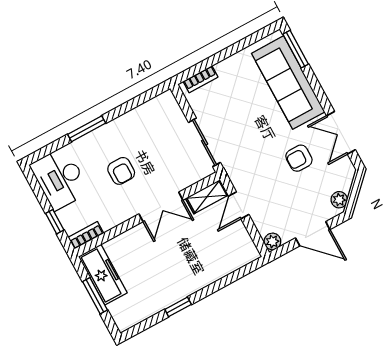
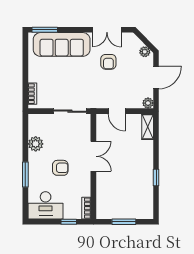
plant: (135, 120) -> (36, 144), added
shelving: (207, 197) -> (148, 127), moved
freezer: (103, 275) -> (114, 211), removed

